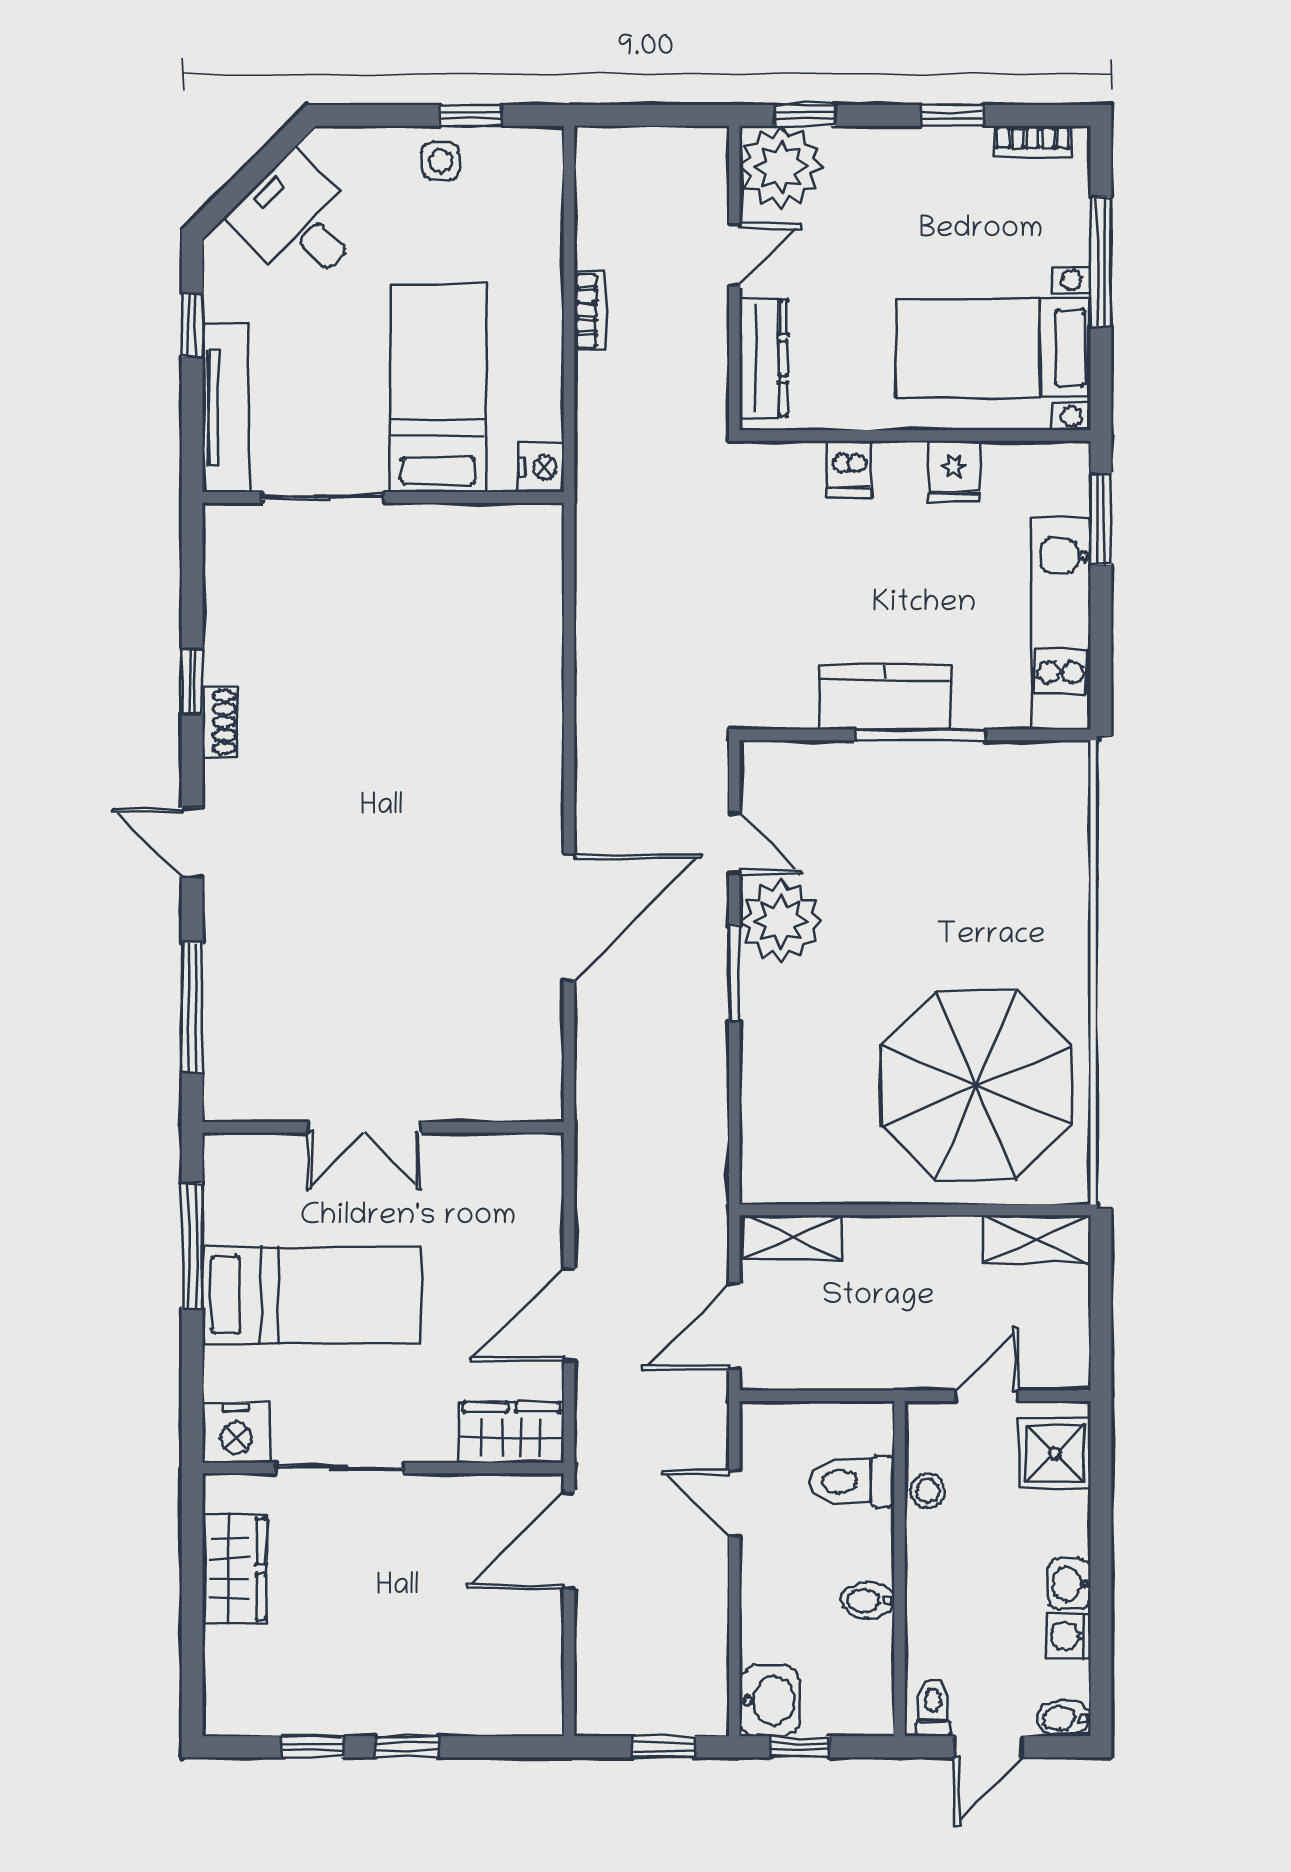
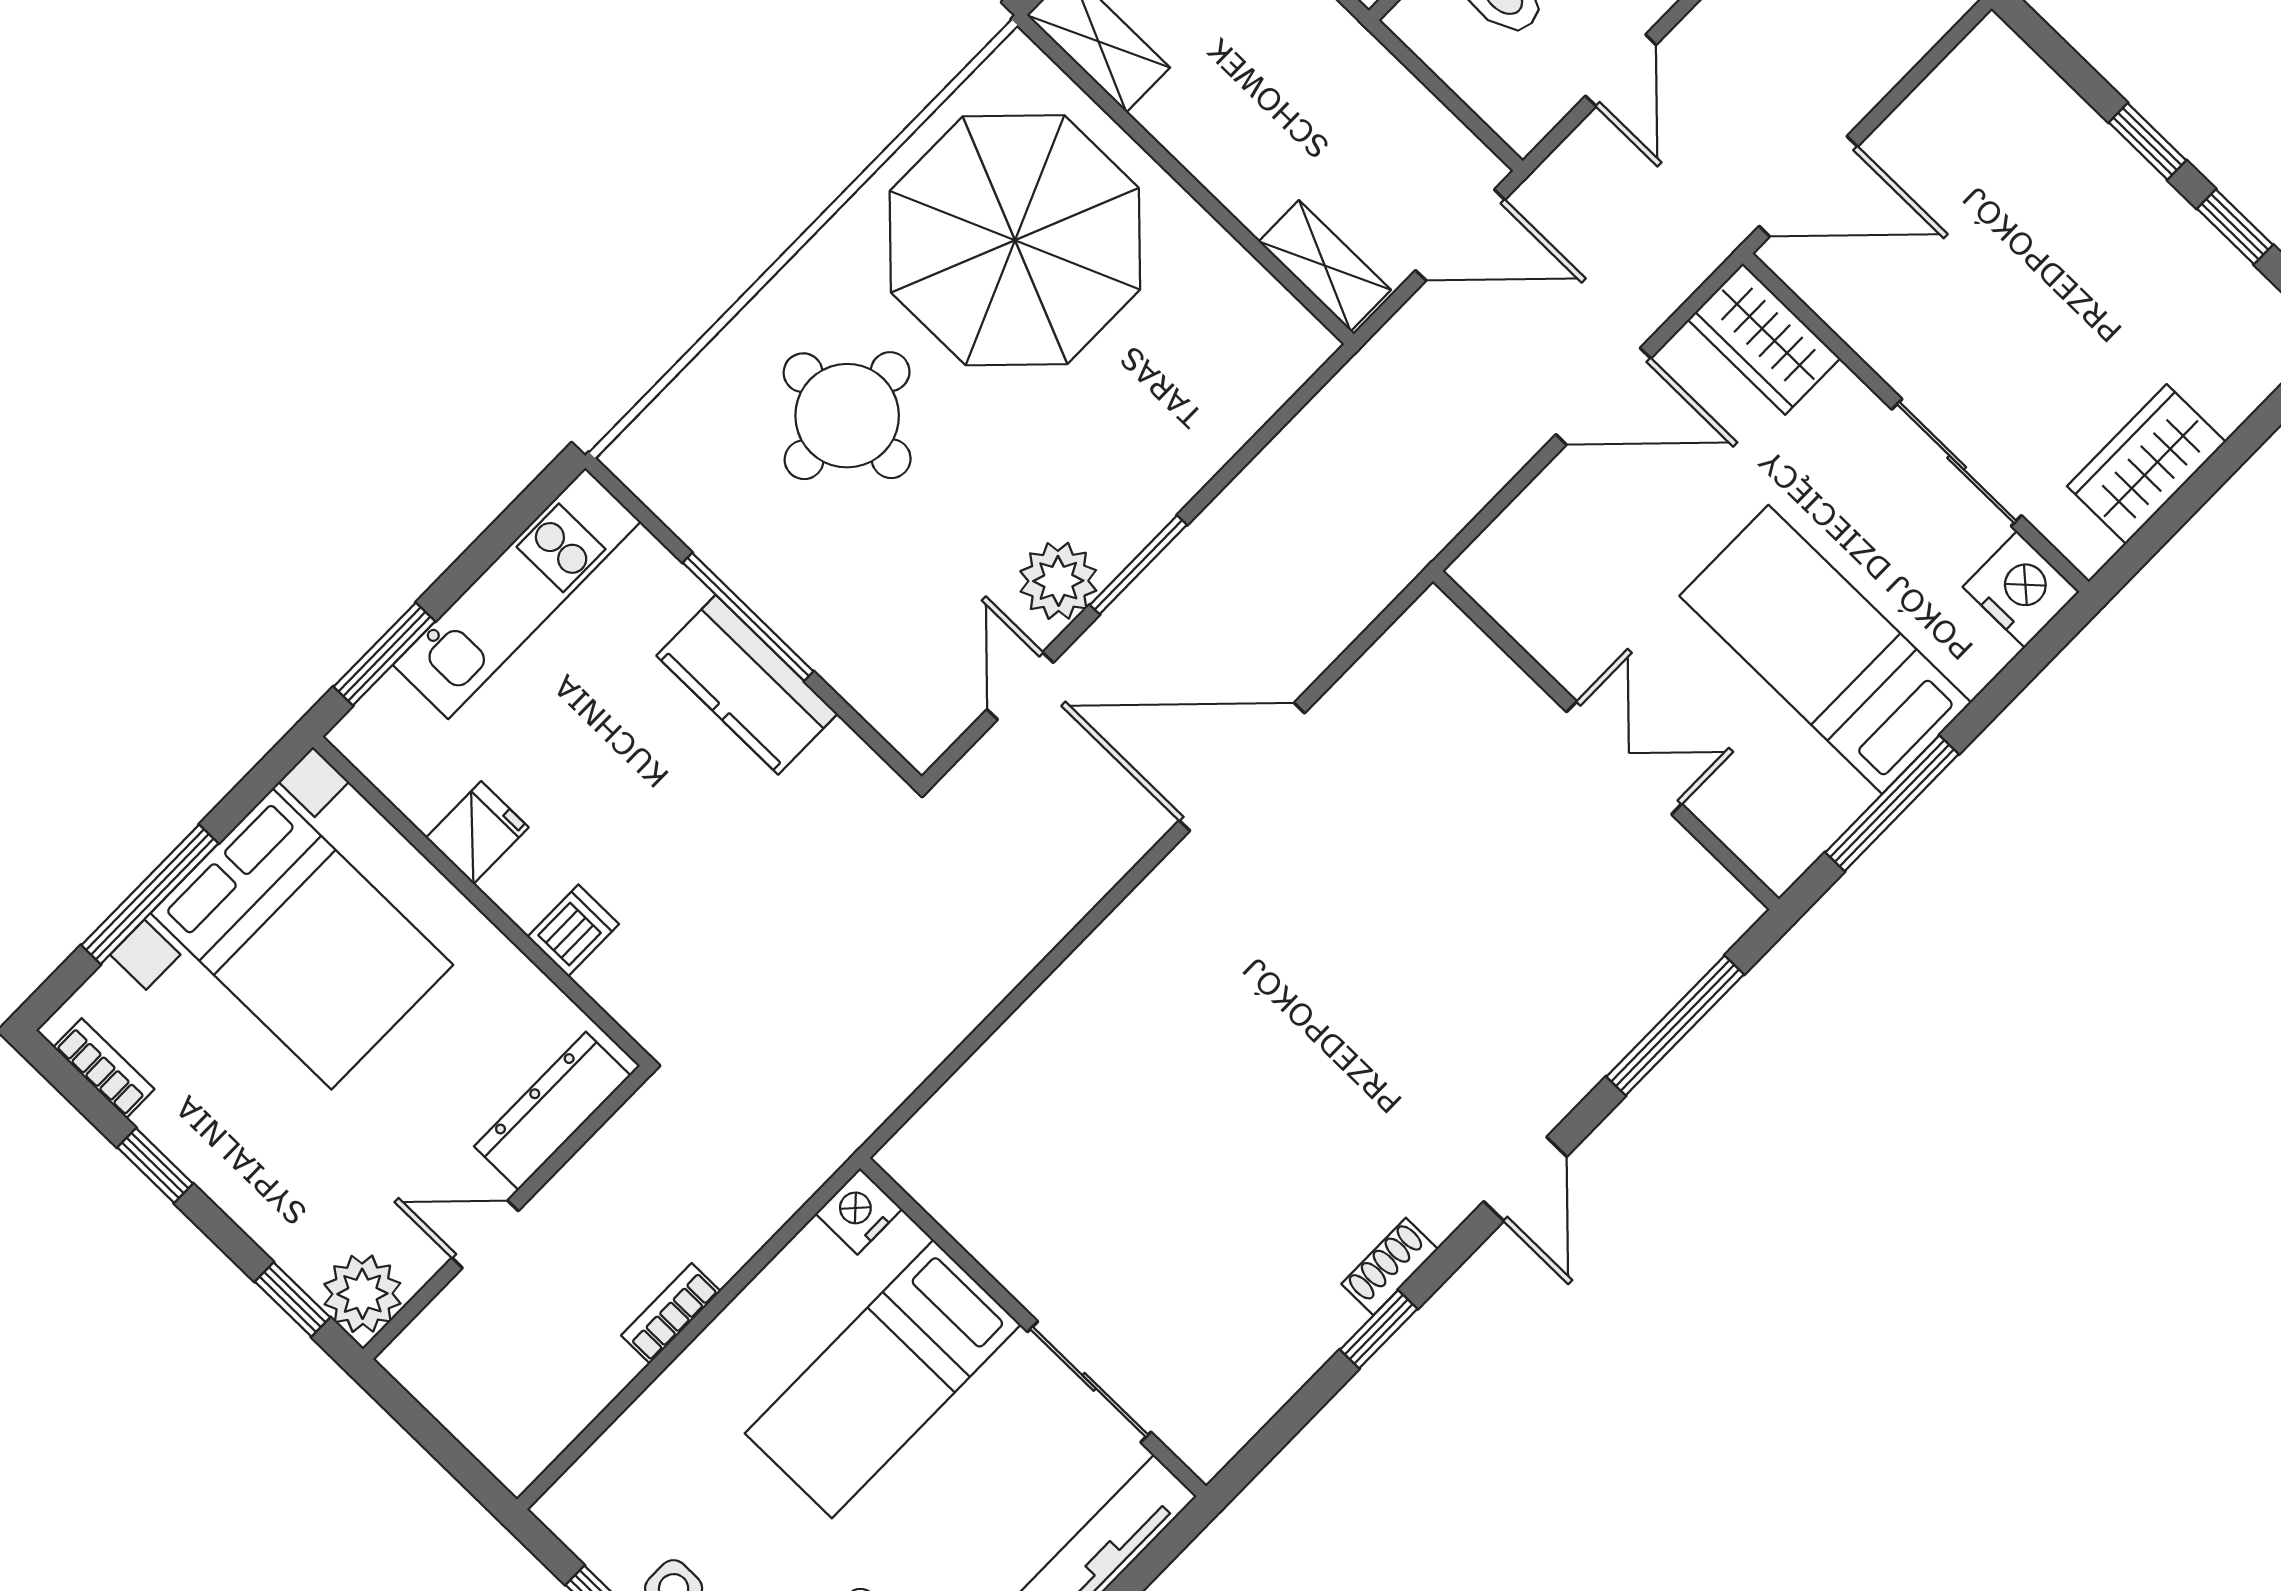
plant: (781, 167) -> (362, 1294), width x0.73, depth x0.73
bed with nightstands: (993, 348) -> (302, 939), width x1.36
round table: (974, 899) -> (847, 416), added
plant: (781, 921) -> (1058, 581), width x0.73, depth x0.73

